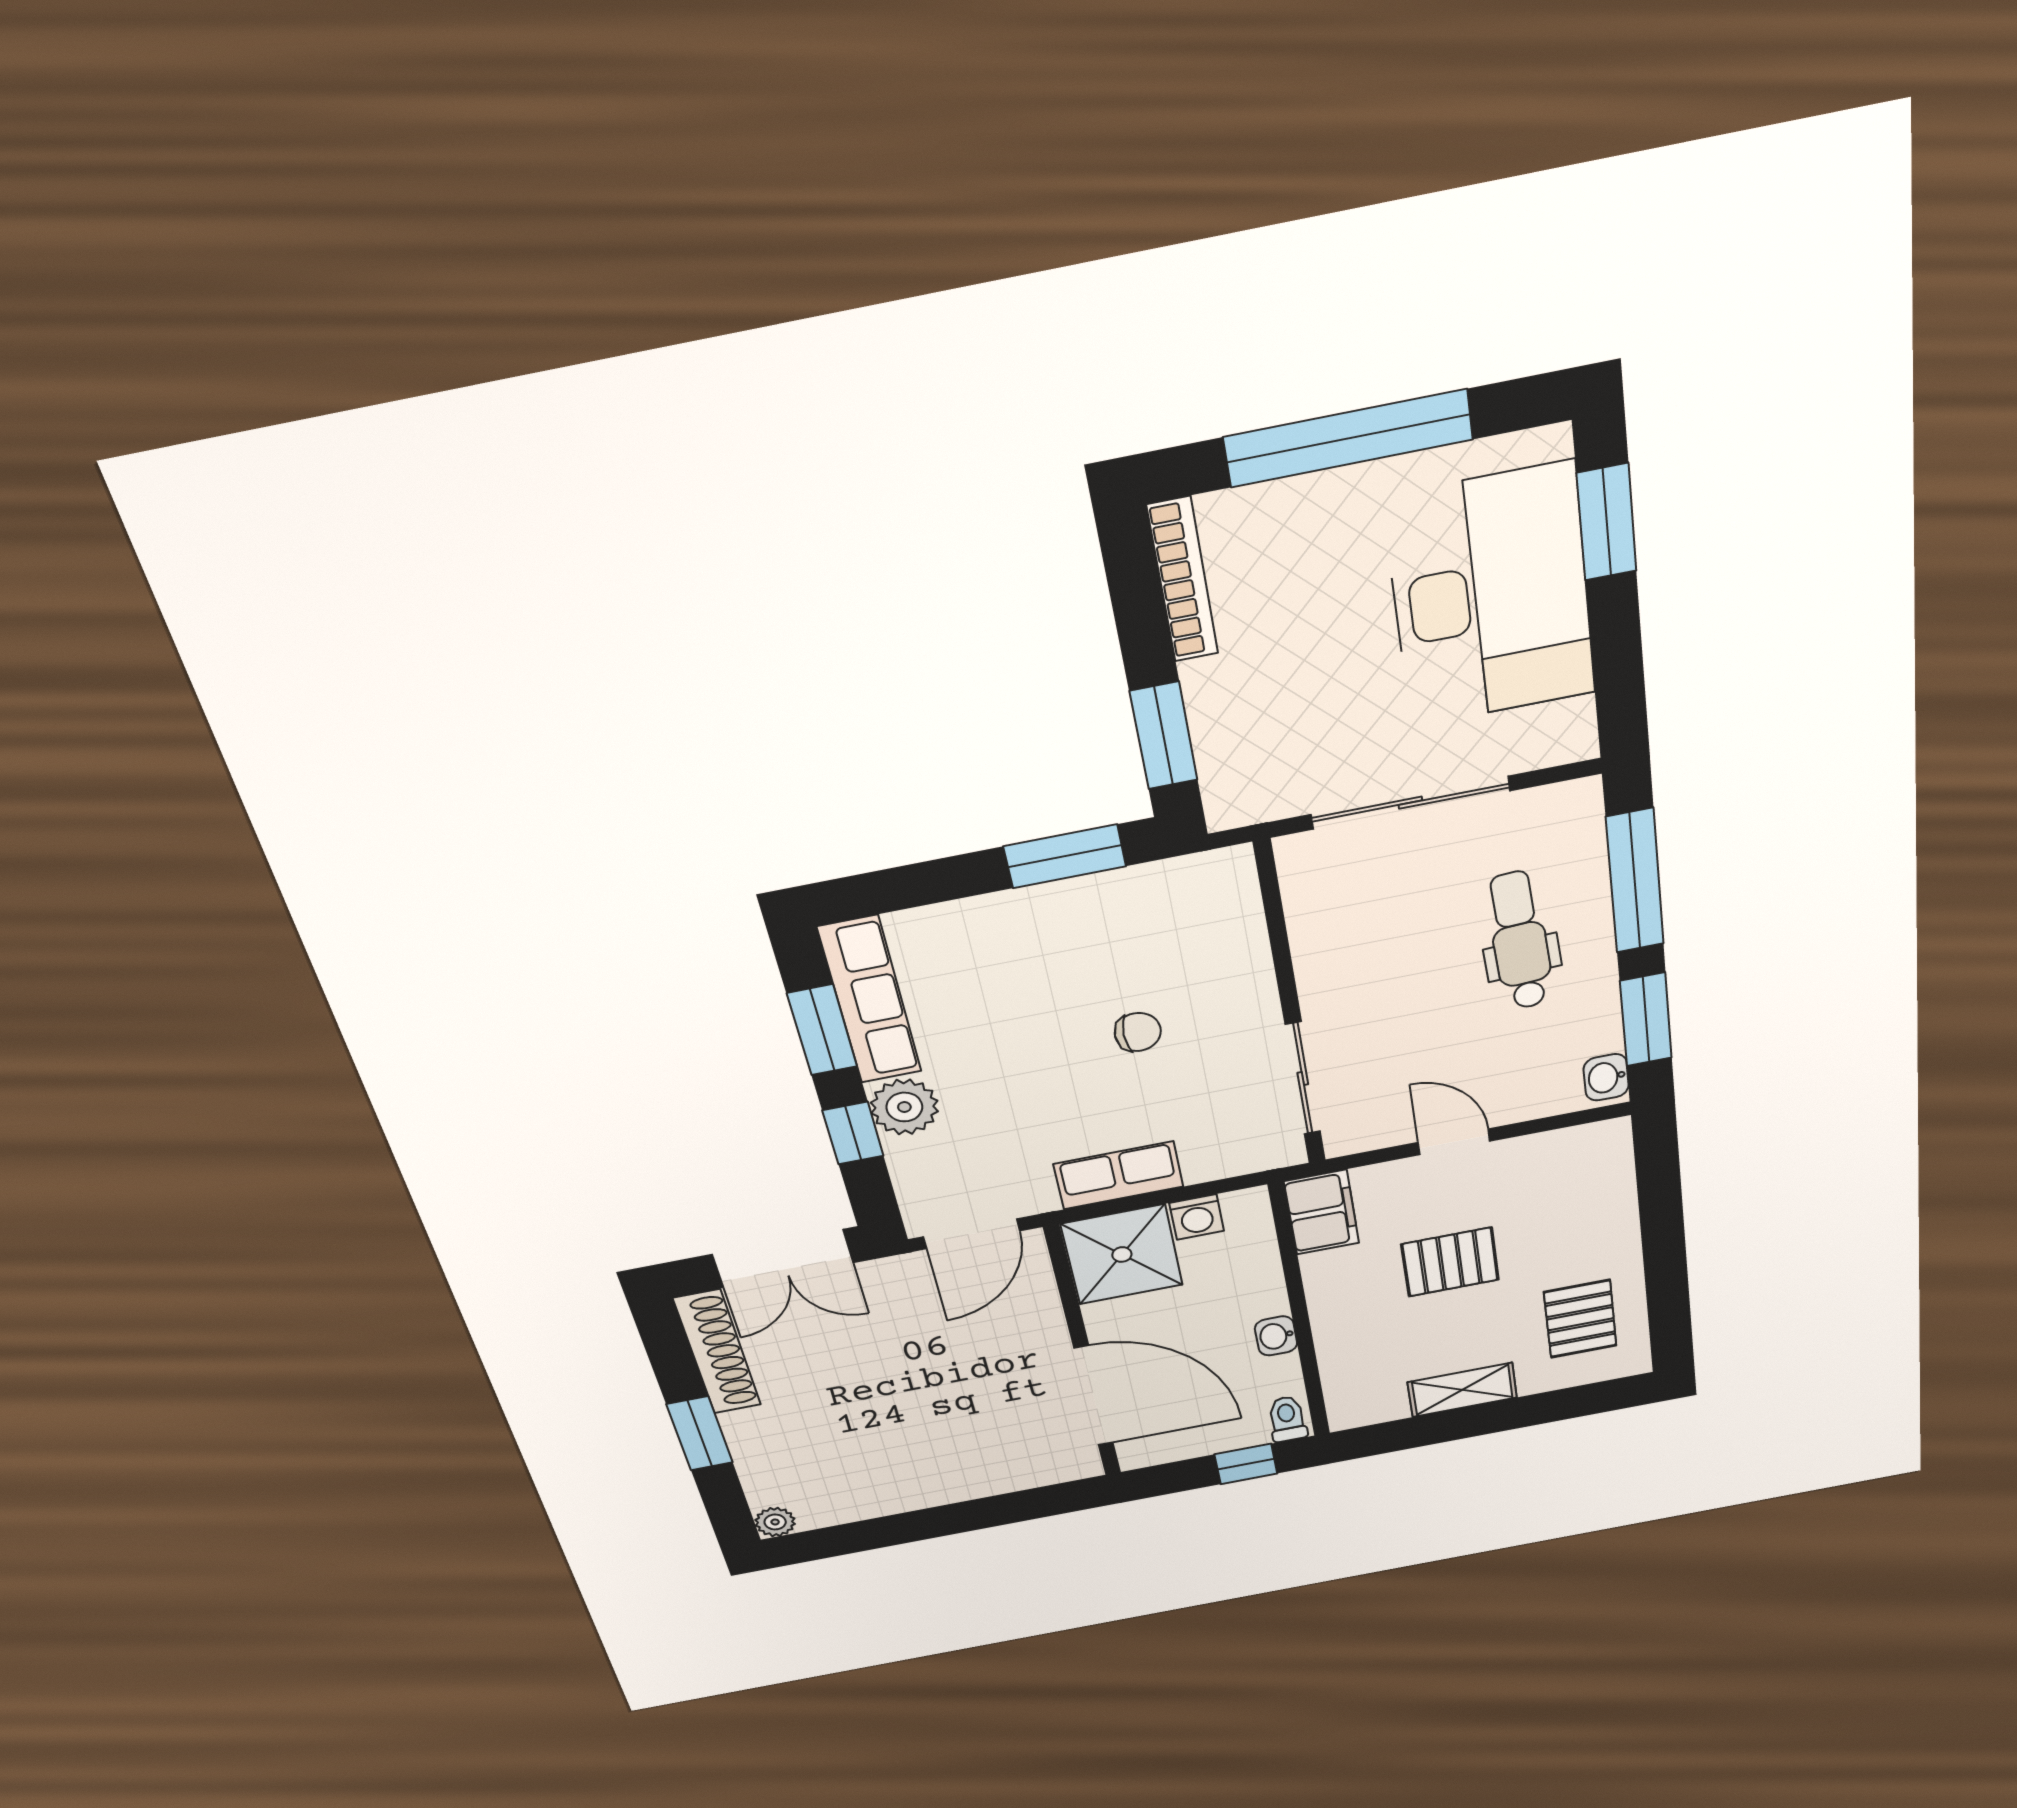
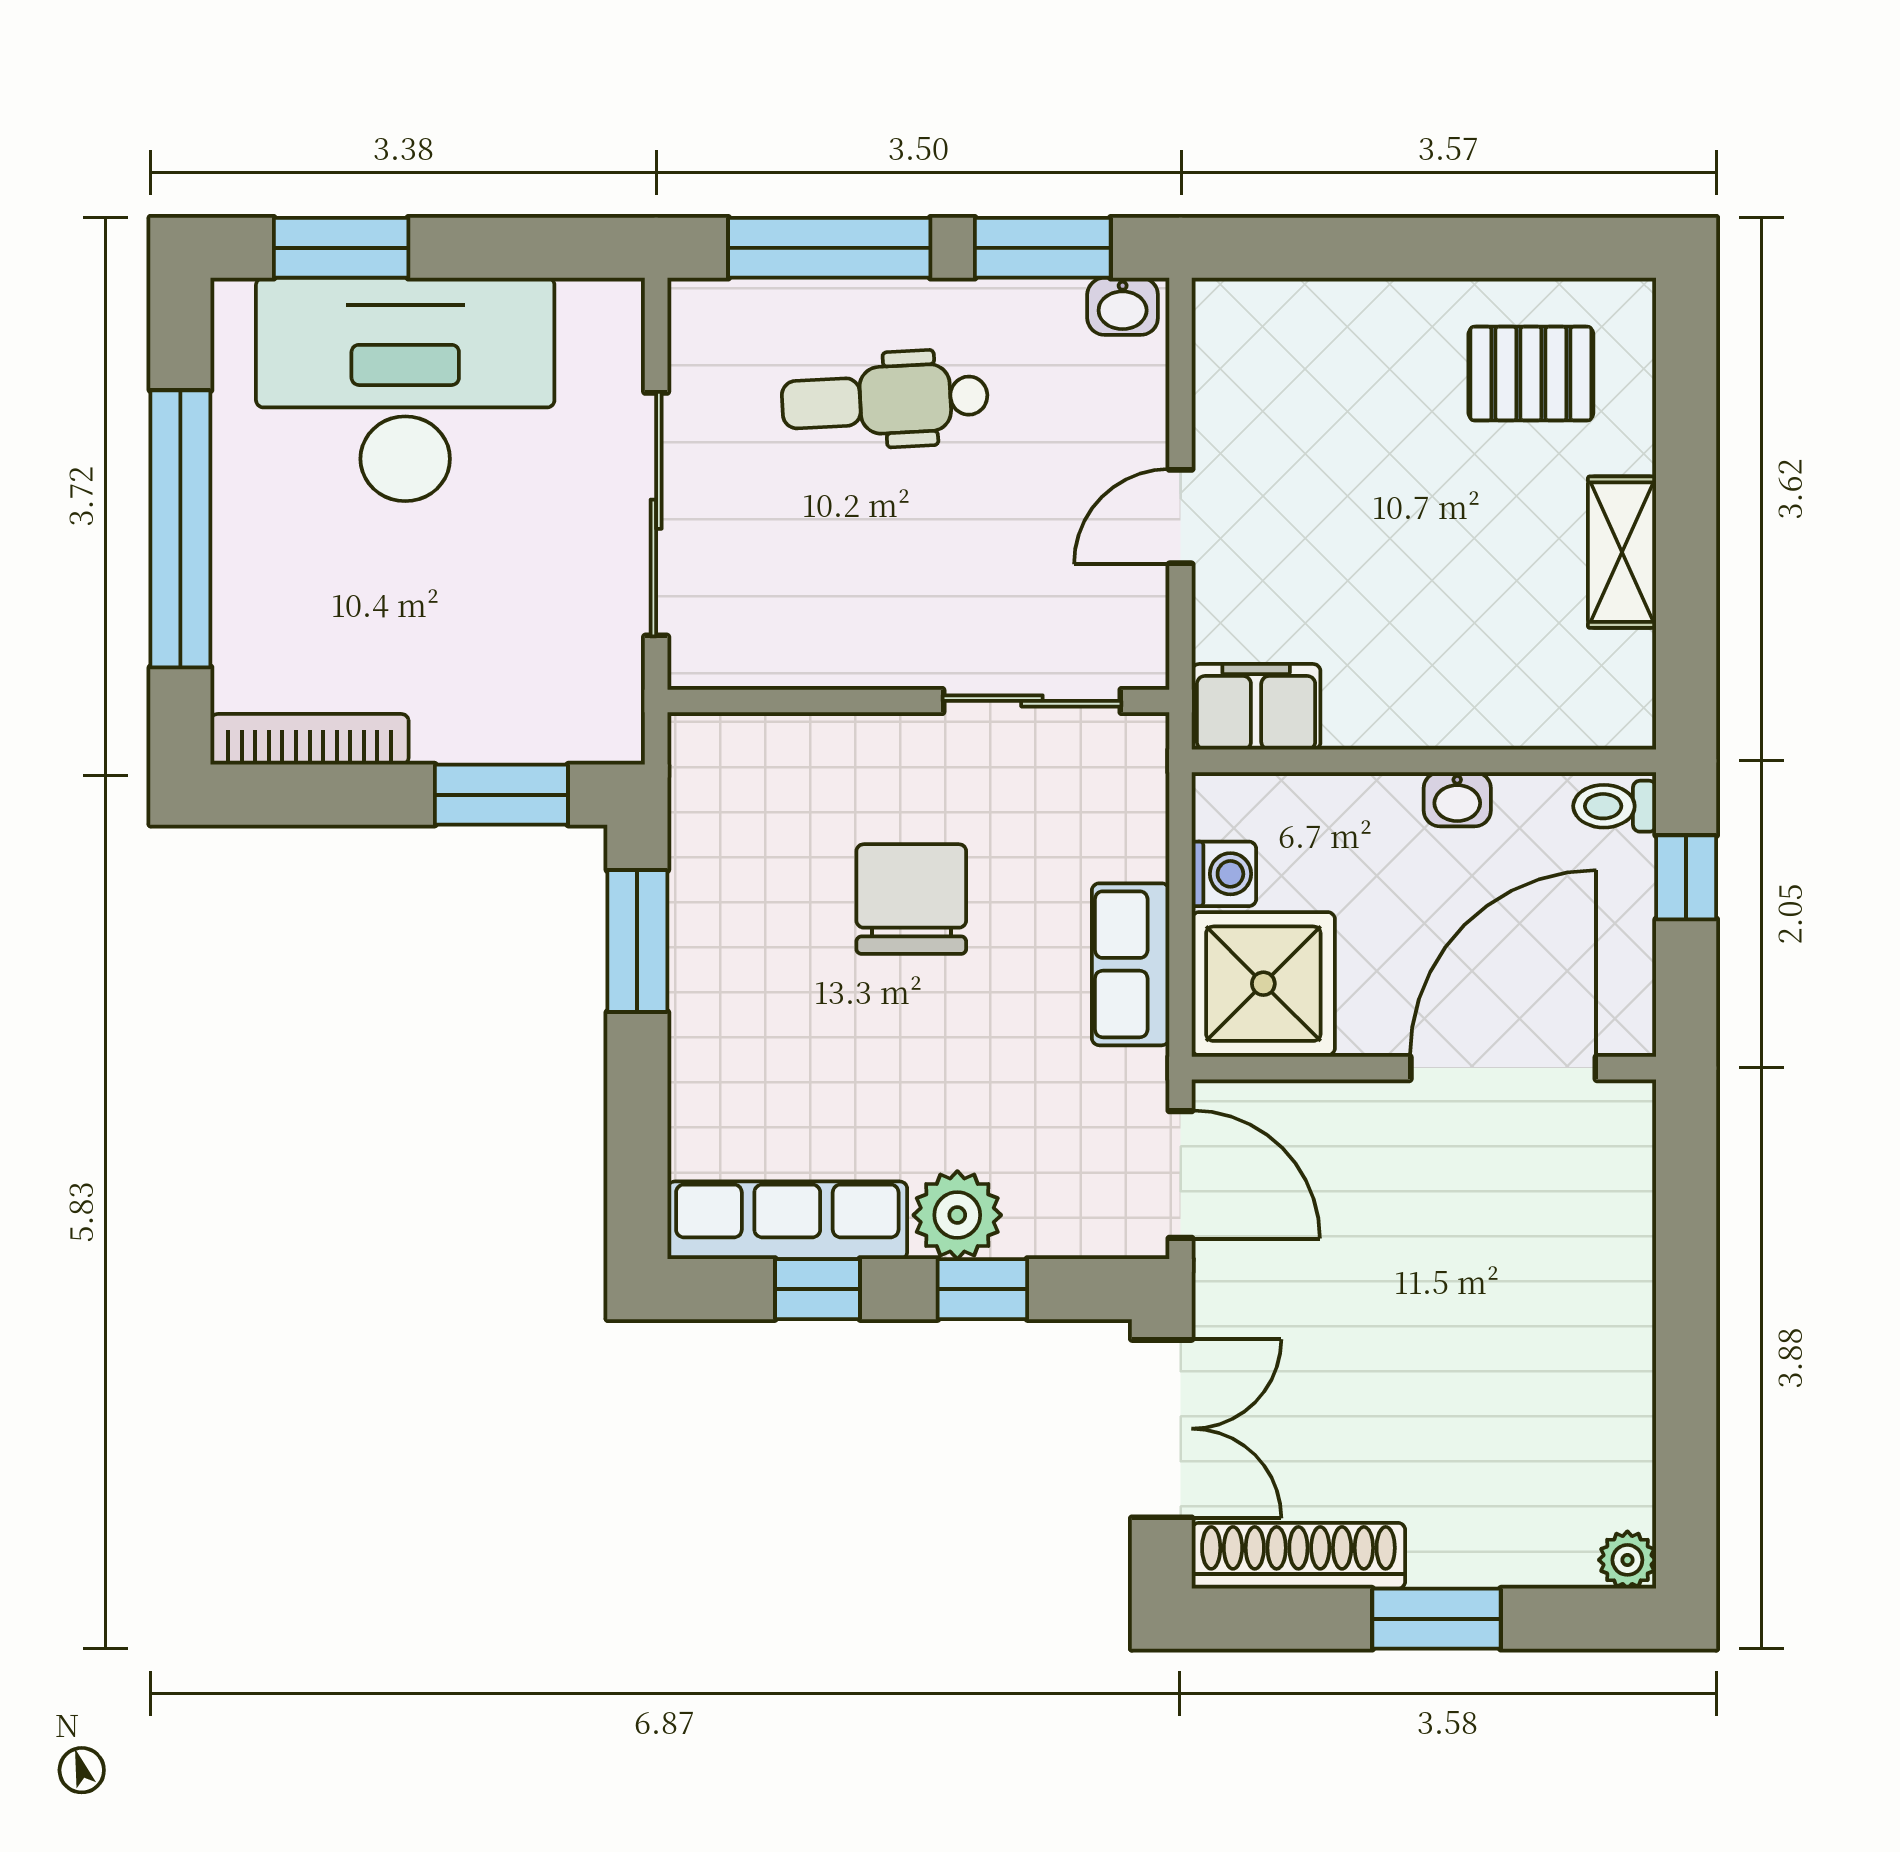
window: (822, 1030) -> (817, 1289), width x0.67
chair: (1138, 1032) -> (911, 899), width x1.87, depth x1.87
pallet: (1450, 1262) -> (1384, 544), removed

